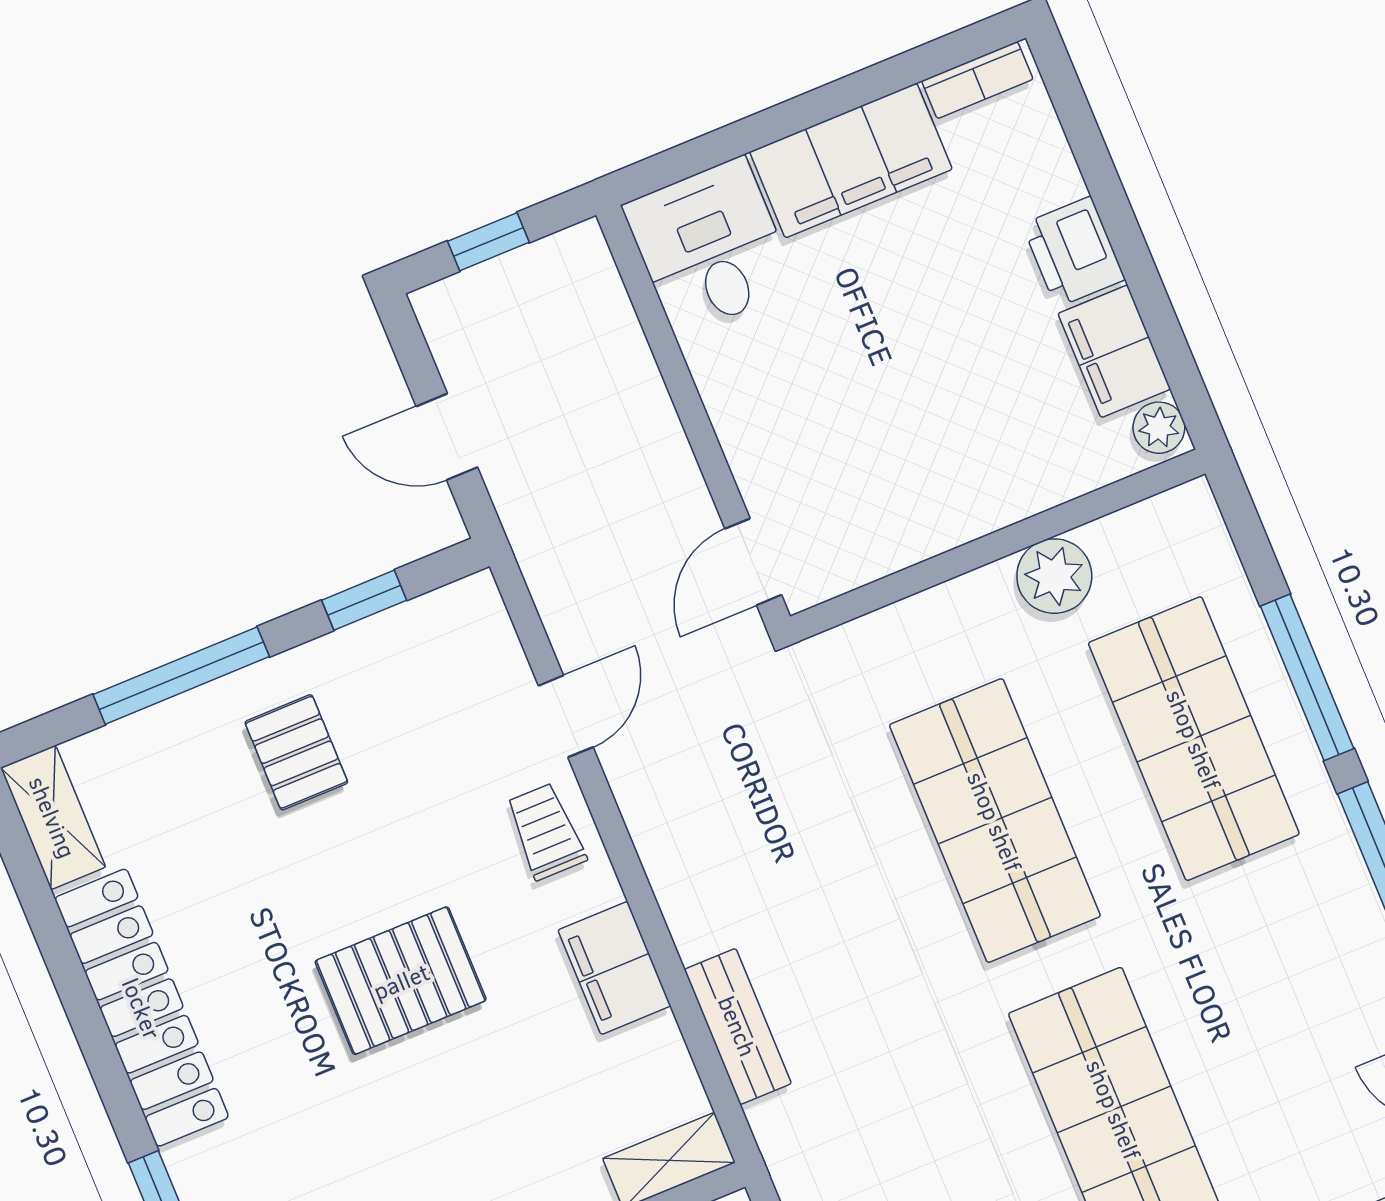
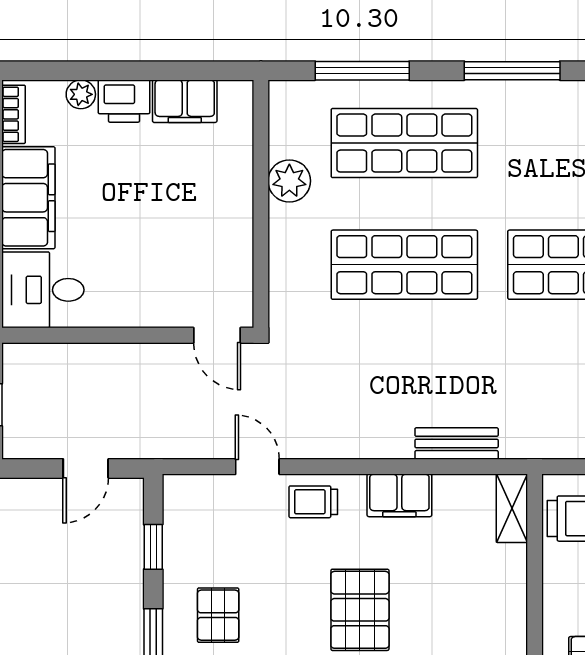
plant: (1159, 428) -> (81, 94), moved
window: (1307, 677) -> (362, 71), moved
pallet: (296, 752) -> (218, 615), turned 90

